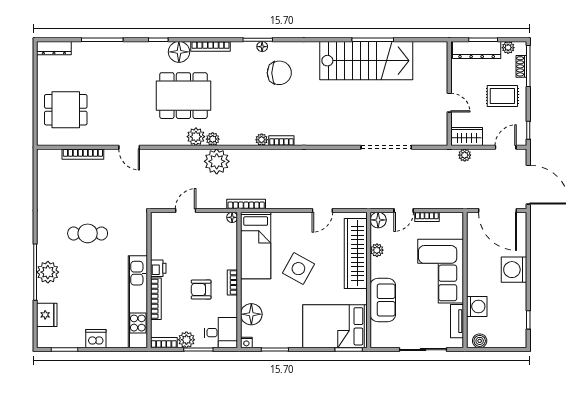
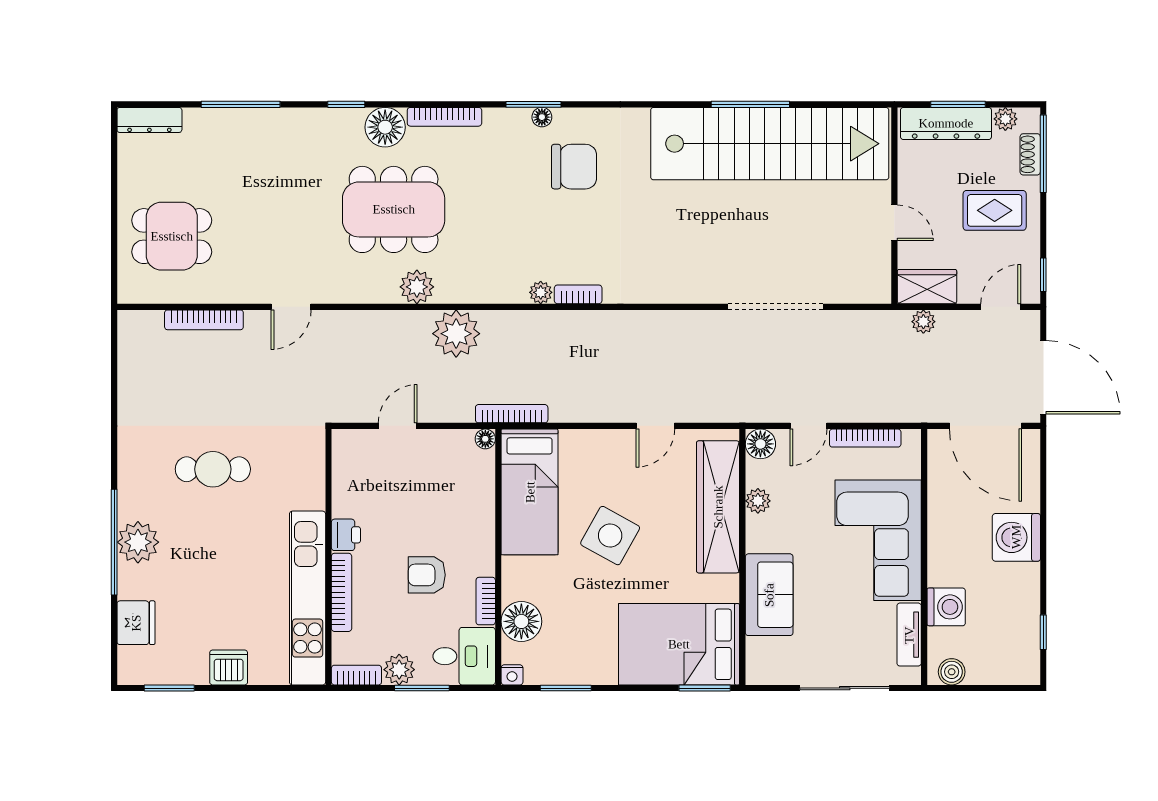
stairs: (366, 61) -> (770, 144), width x1.36
plant: (213, 139) -> (449, 291), removed
door: (129, 147) -> (291, 307), hinge flipped
bookcase: (427, 217) -> (865, 438), width x1.56
bookcase: (232, 282) -> (486, 601), moved

